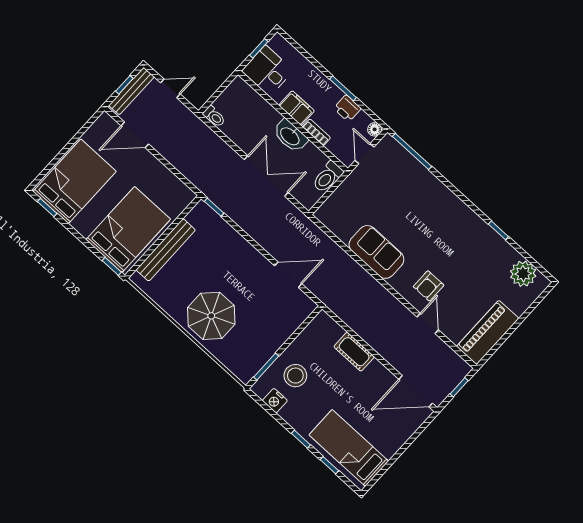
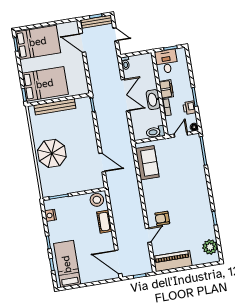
double door: (266, 176) -> (125, 95), moved
sofa: (376, 252) -> (147, 163), moved
stool: (295, 376) -> (97, 200), moved

